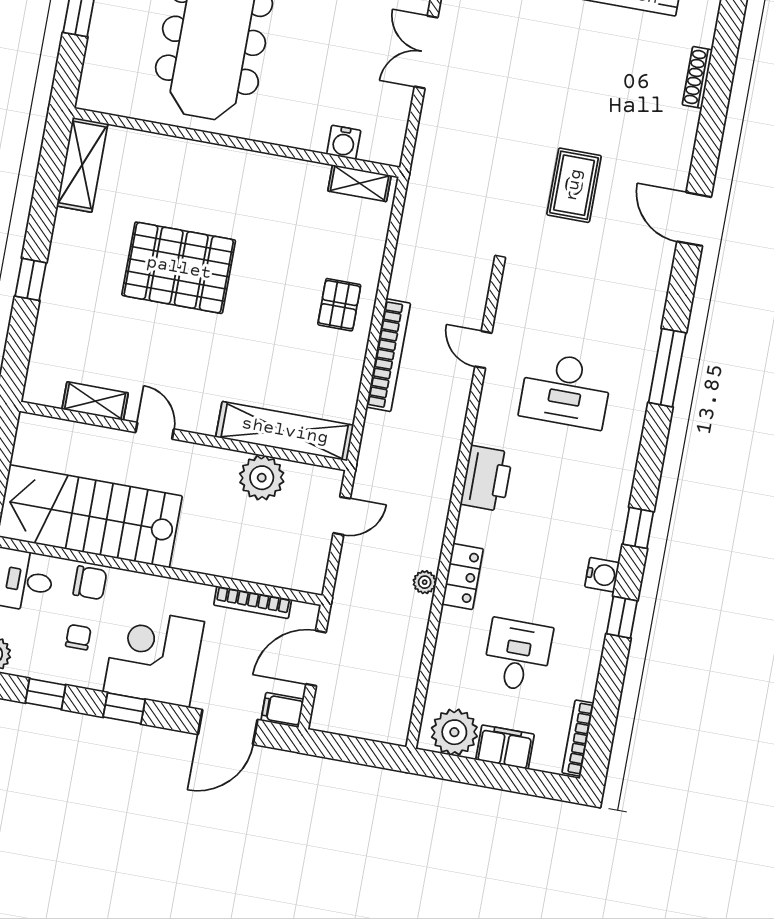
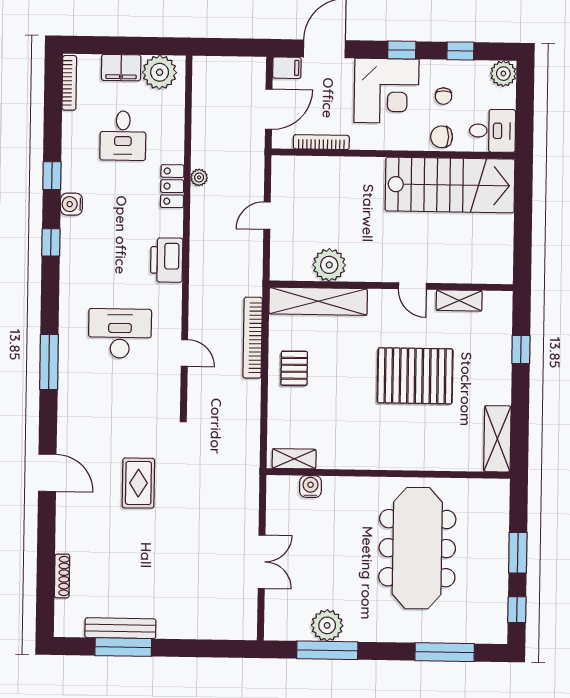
shelving: (95, 401) -> (459, 300), moved
door: (155, 431) -> (412, 286), moved
shelving: (285, 431) -> (318, 301), moved
wall: (183, 436) -> (391, 286), moved
plant: (262, 478) -> (329, 265), moved

